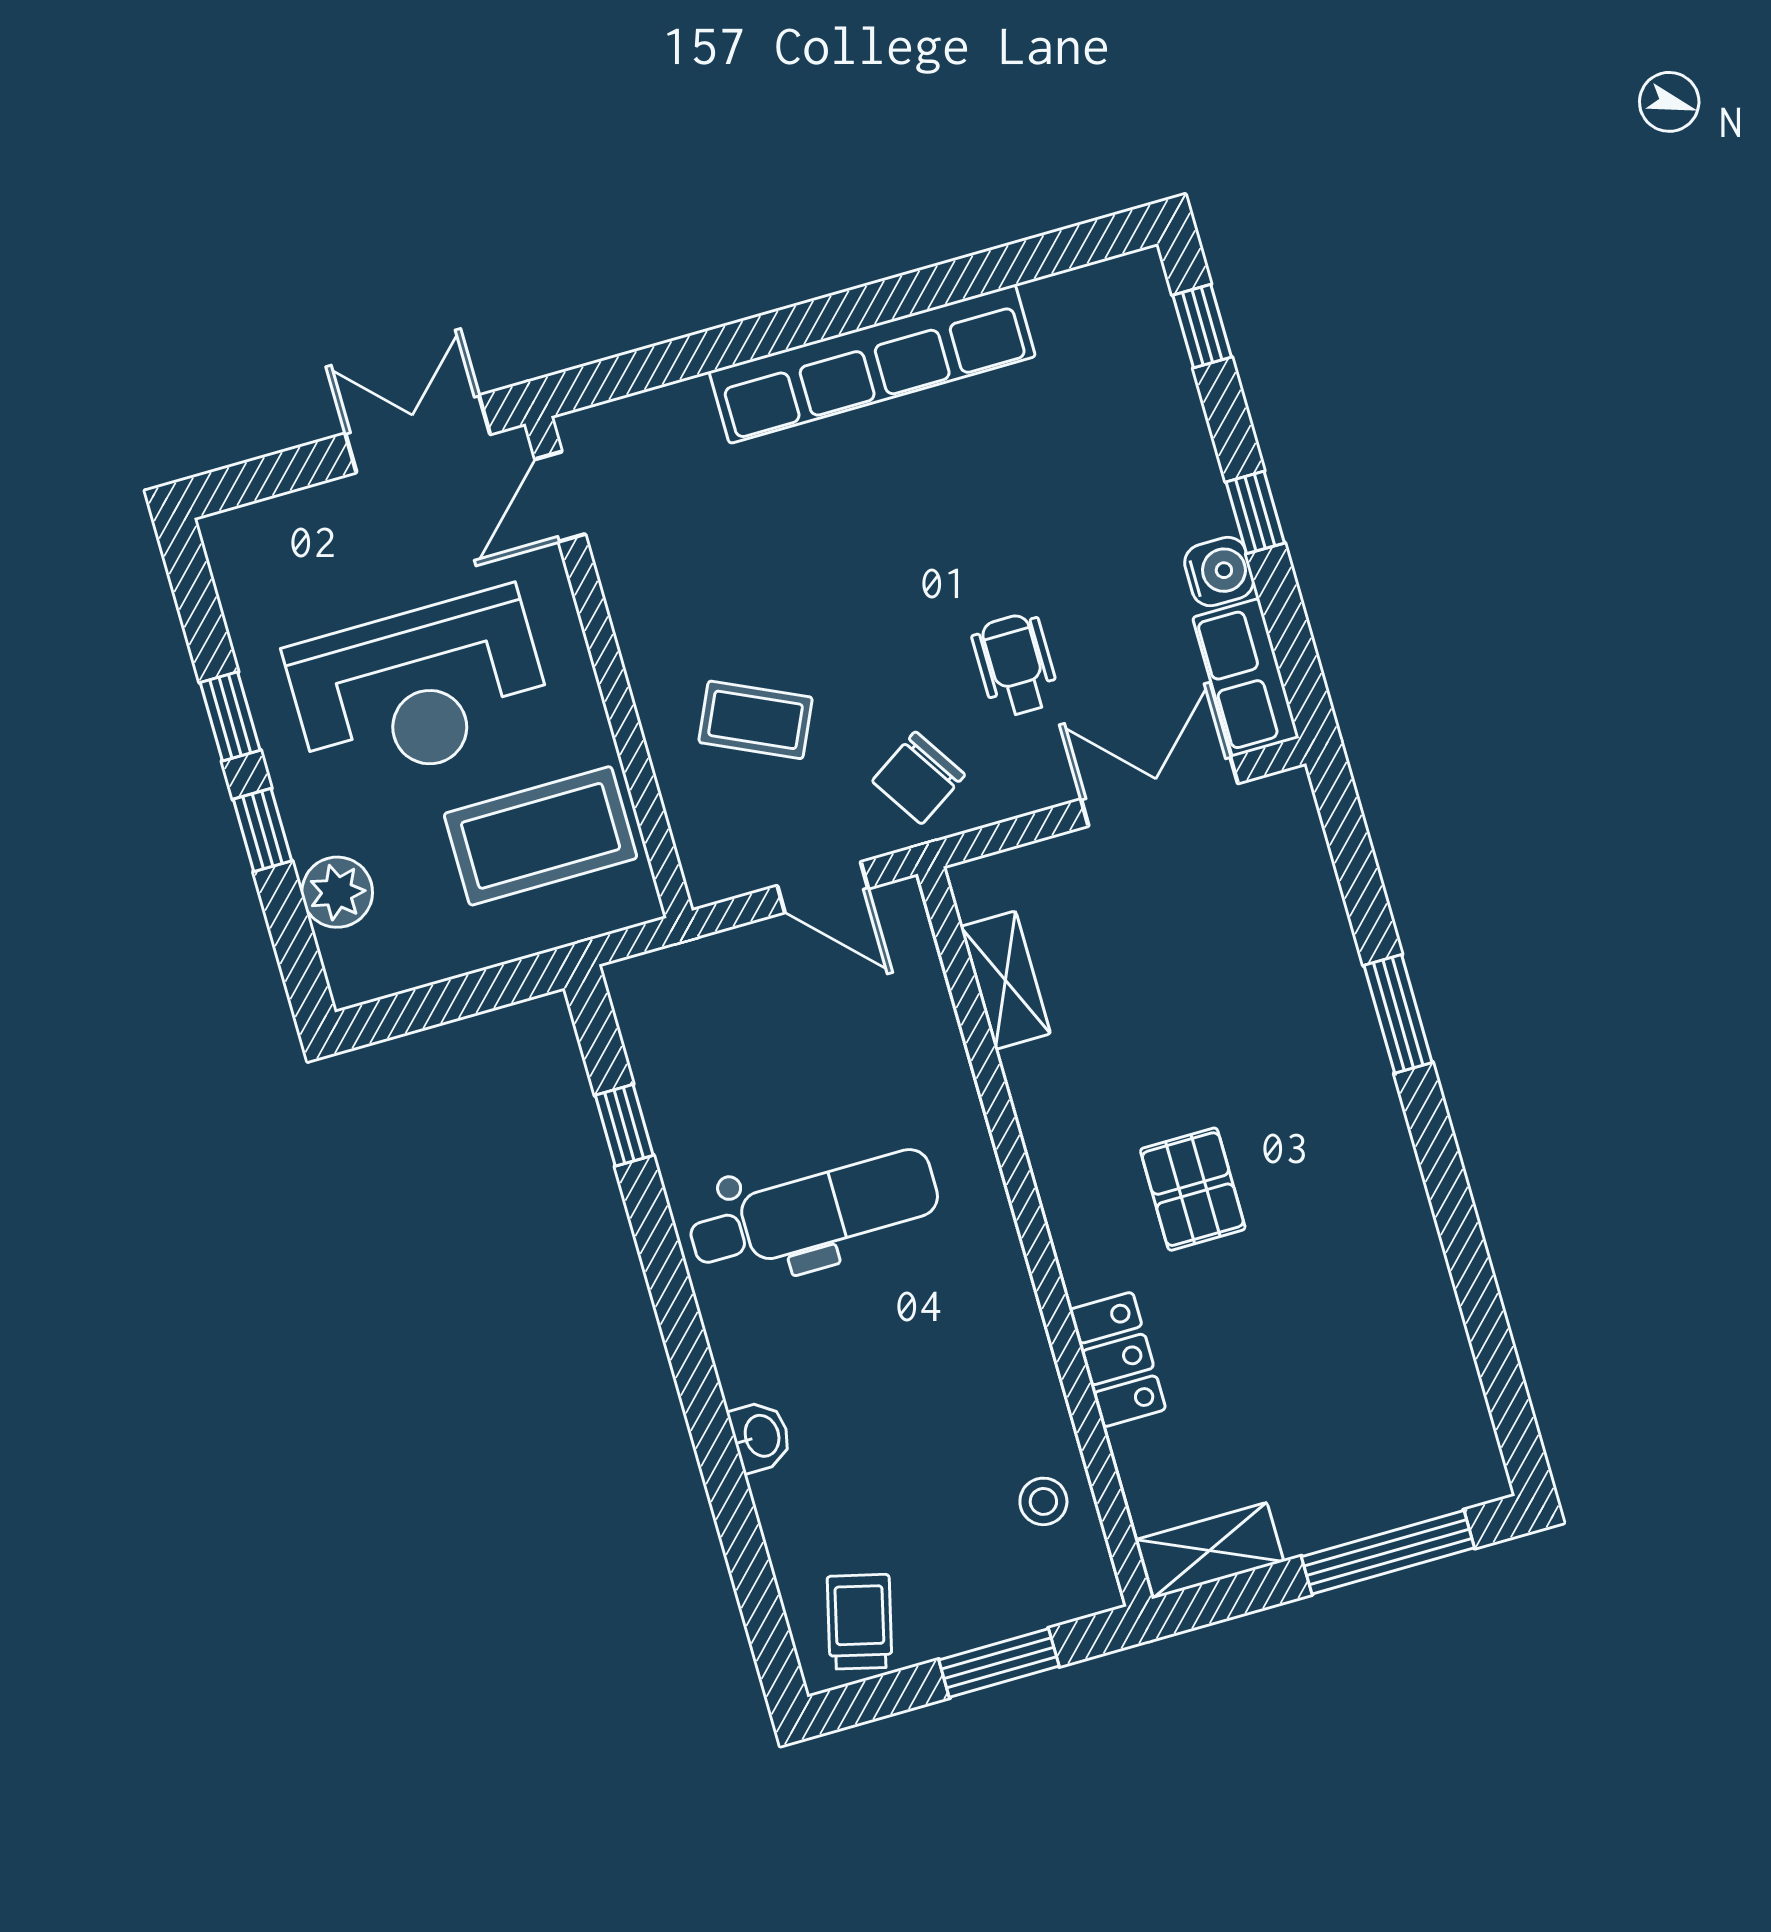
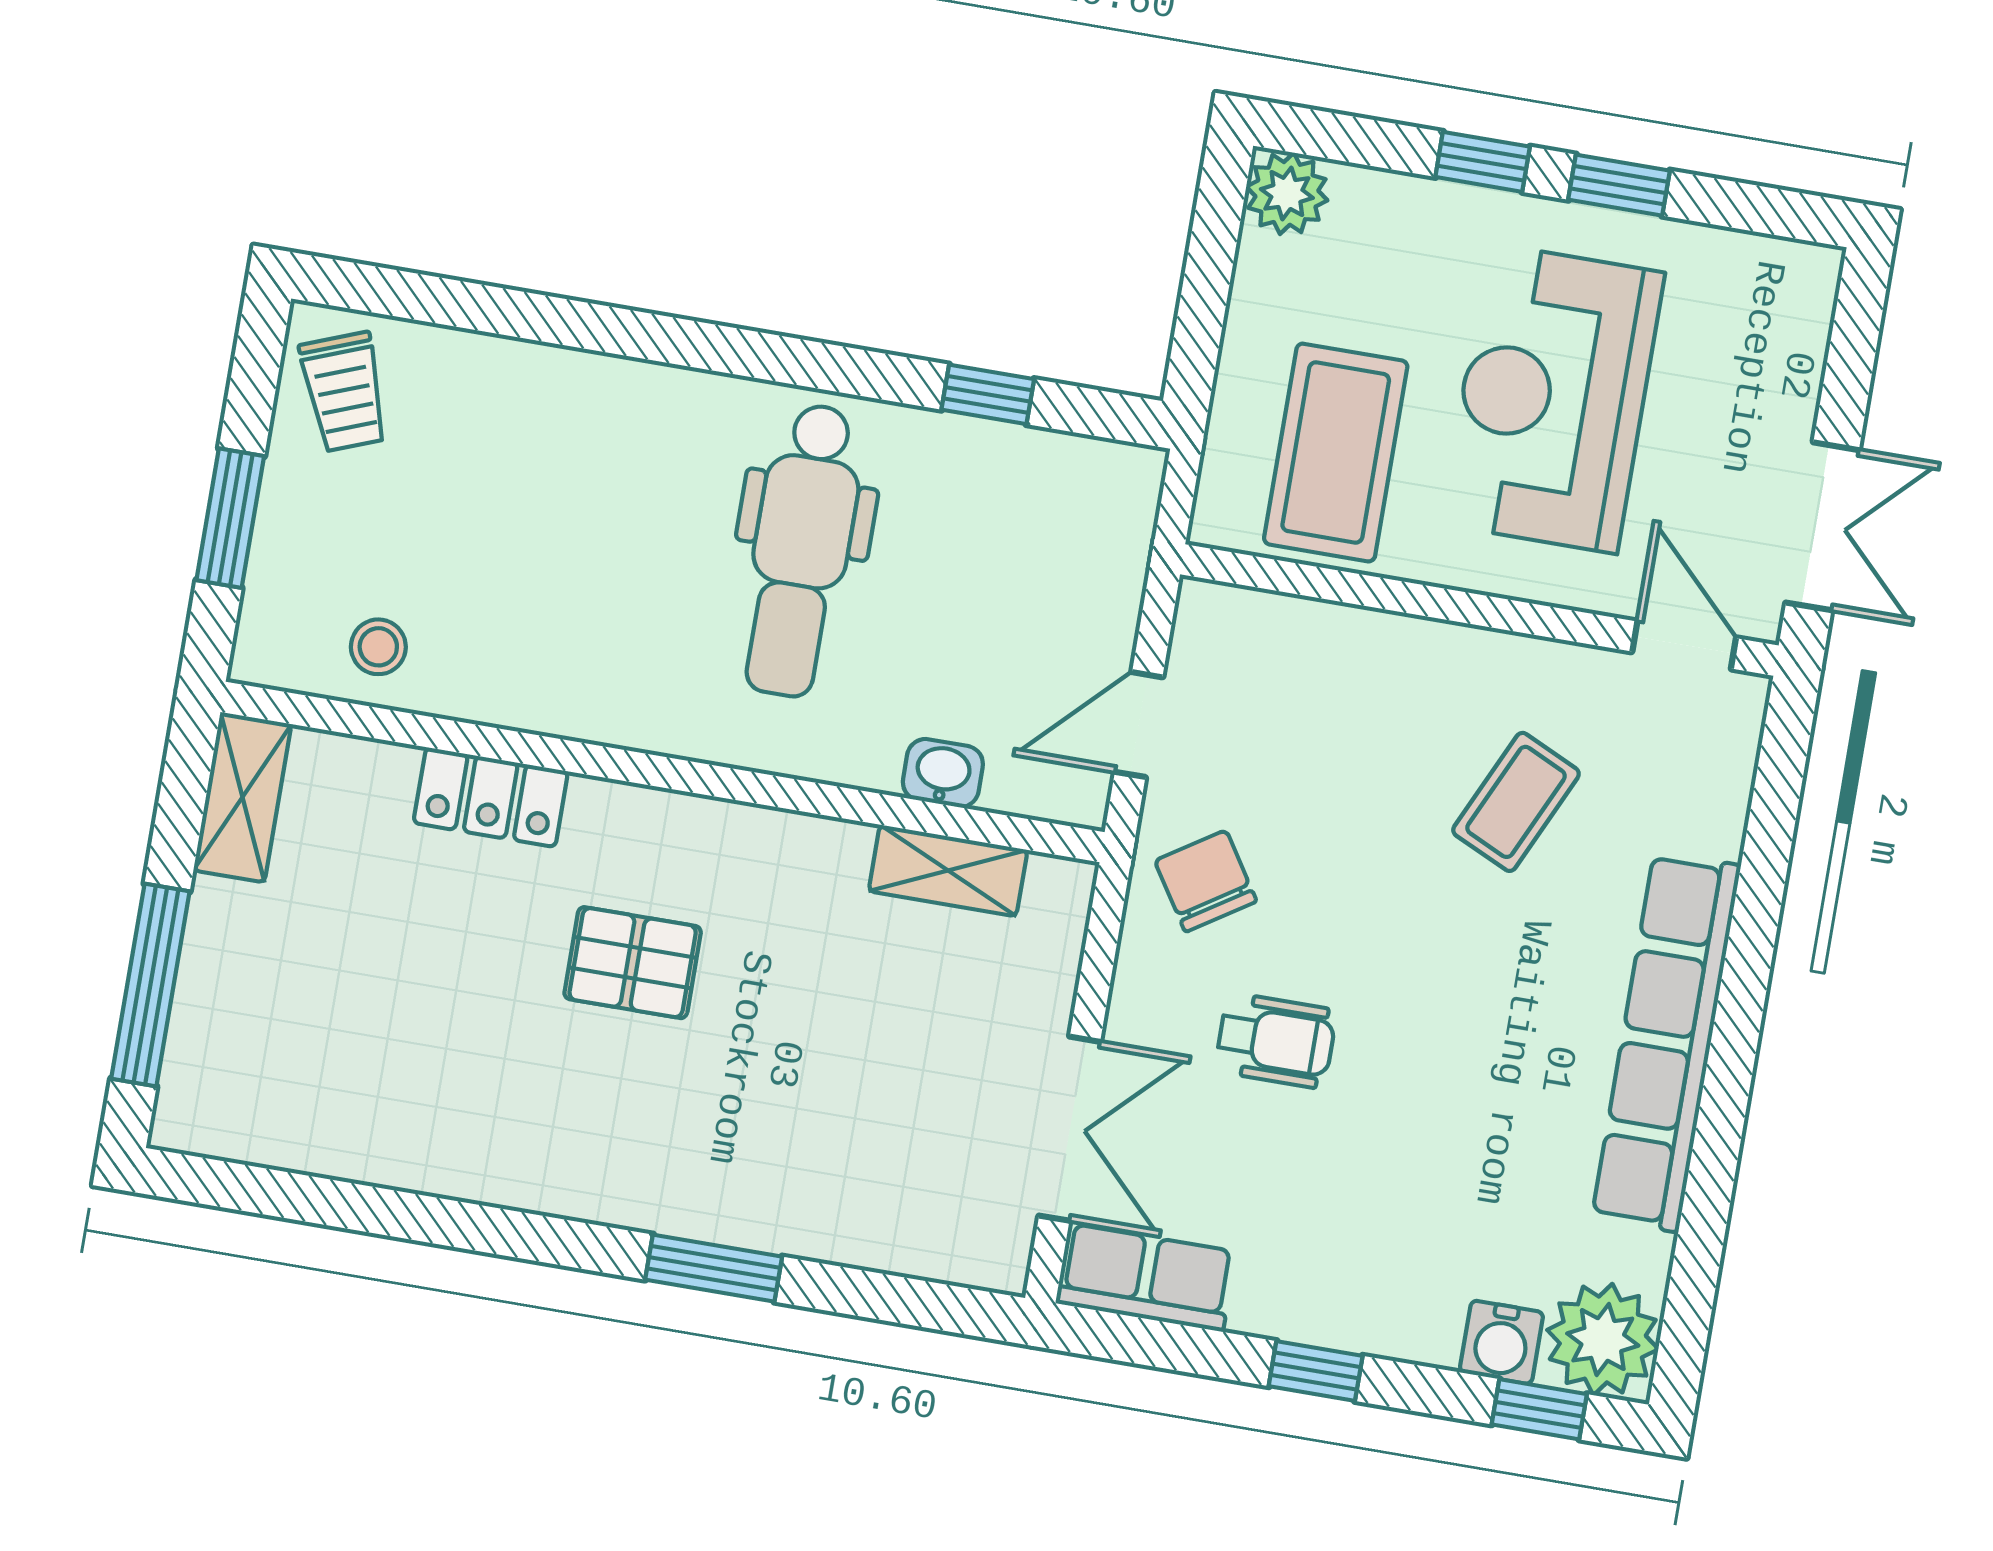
plant: (1125, 303) -> (1603, 1339), added
water cooler: (1219, 572) -> (1501, 1342), moved
coffee table: (756, 720) -> (1516, 802), moved
plant: (337, 892) -> (1287, 193), moved
washbasin: (760, 1436) -> (943, 773), moved, turned 180
trolley: (860, 1622) -> (344, 392), turned 55

